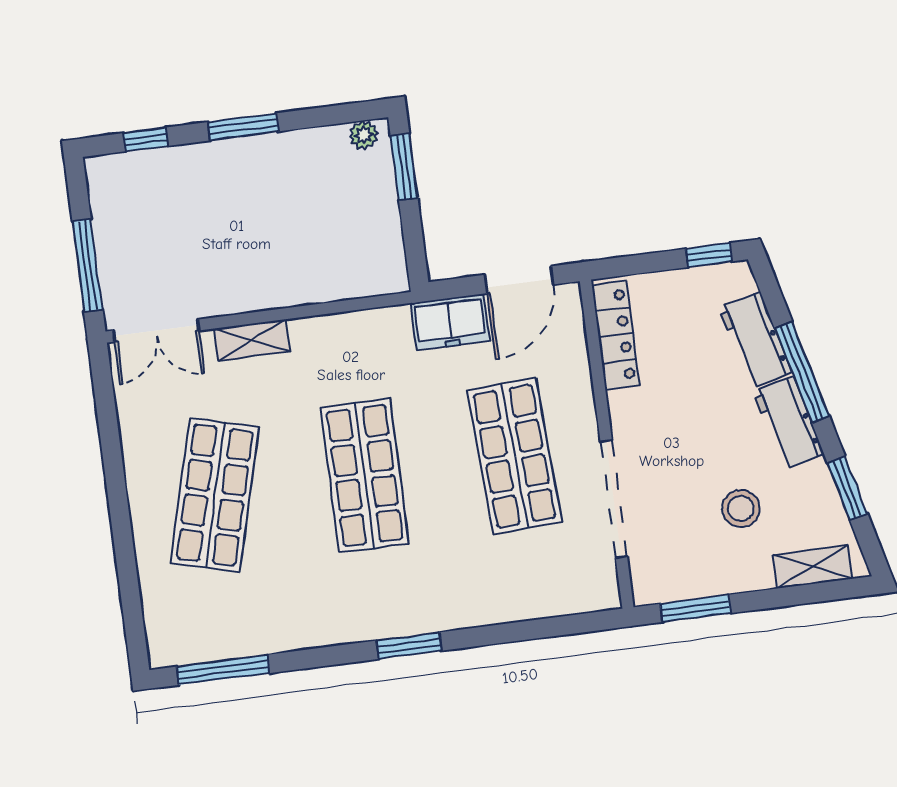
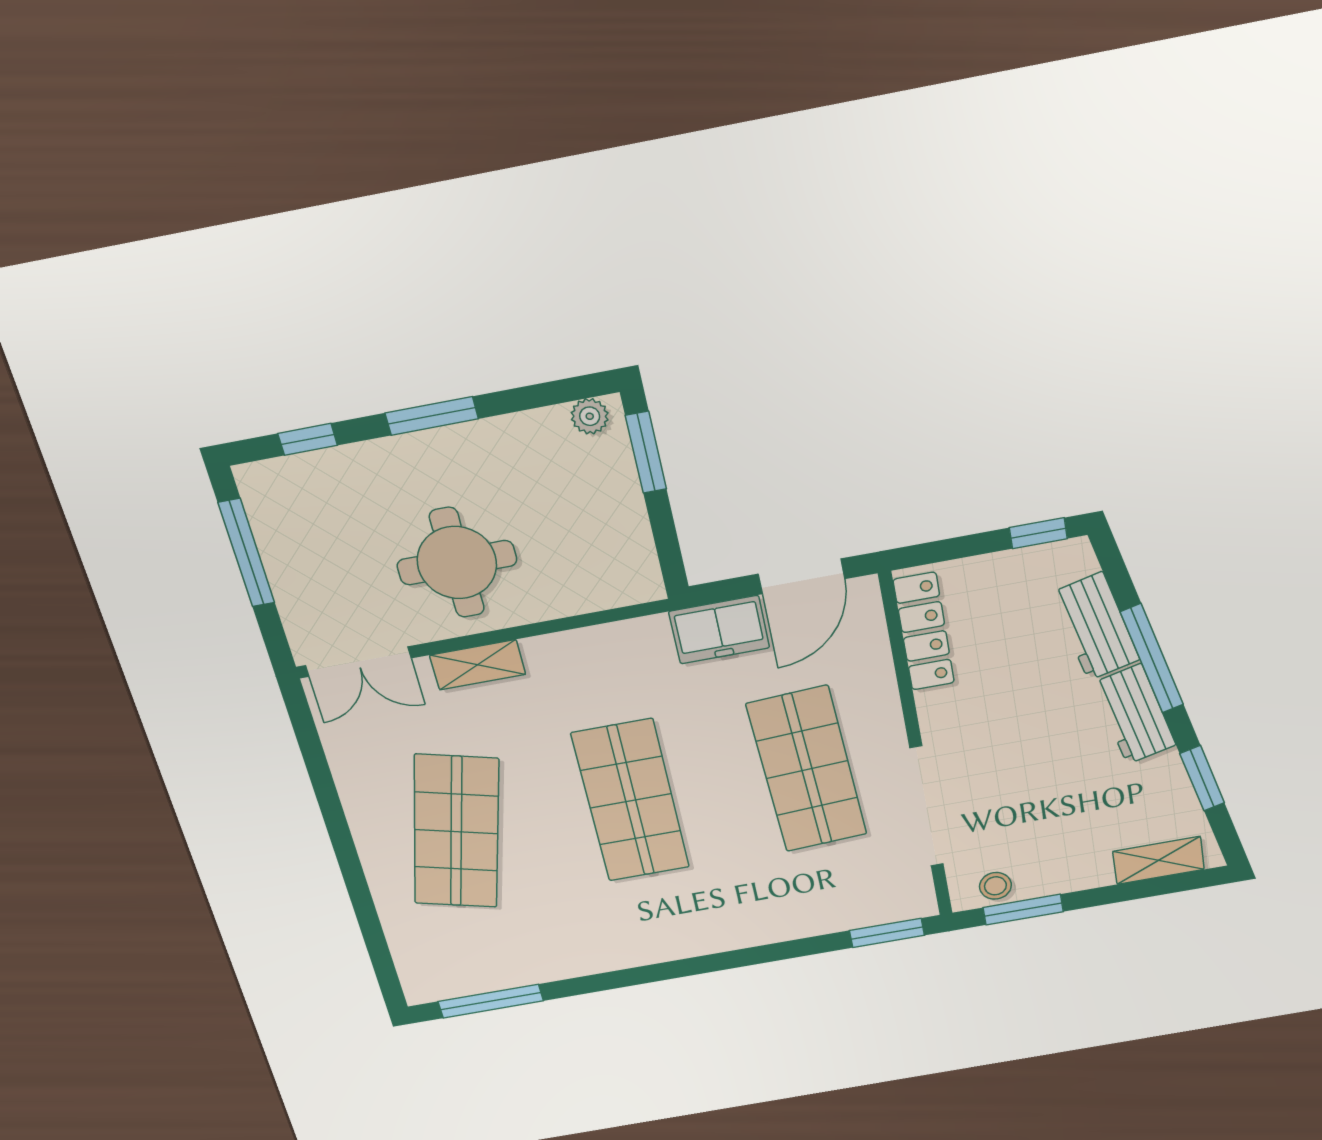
round table: (247, 249) -> (457, 563), added
window: (87, 265) -> (246, 553), moved
stool: (741, 508) -> (995, 886), moved, width x0.73, depth x0.73
window: (409, 646) -> (887, 933), moved

